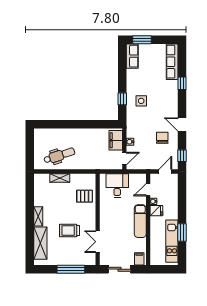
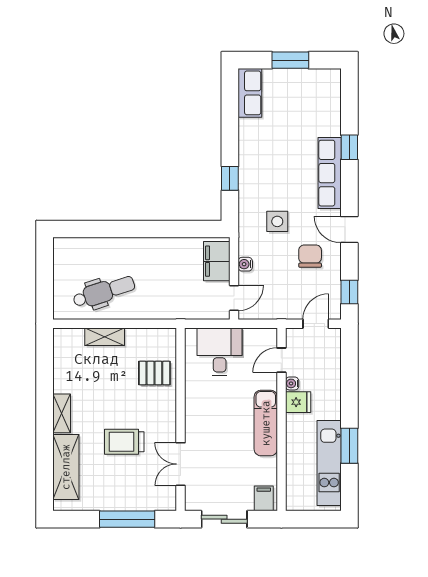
window: (142, 40) -> (290, 60), moved
row of seats: (172, 62) -> (330, 173), moved
side table: (141, 101) -> (277, 221), moved

